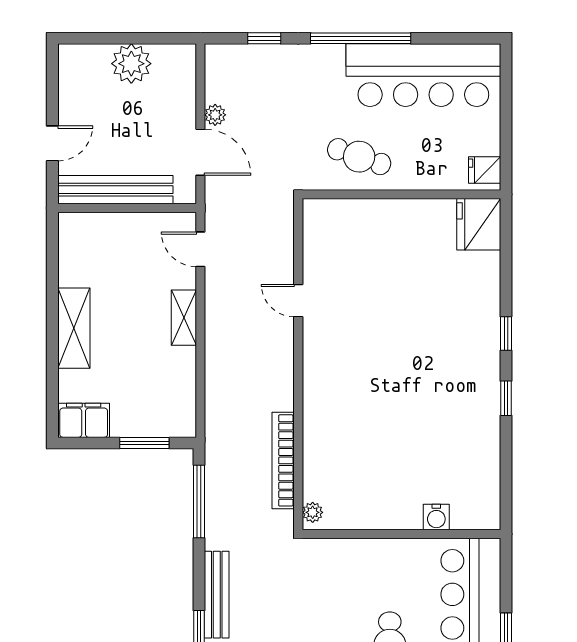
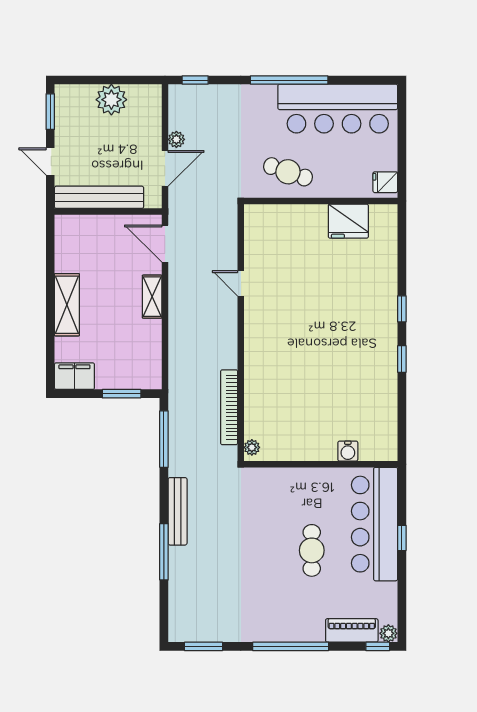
window: (264, 38) -> (195, 80), moved
window: (52, 79) -> (50, 112), added
door: (52, 143) -> (50, 161), swing flipped
door: (200, 152) -> (165, 168), hinge flipped
fridge: (479, 224) -> (348, 221), moved, turned -90
door: (200, 249) -> (165, 244), width x1.38

